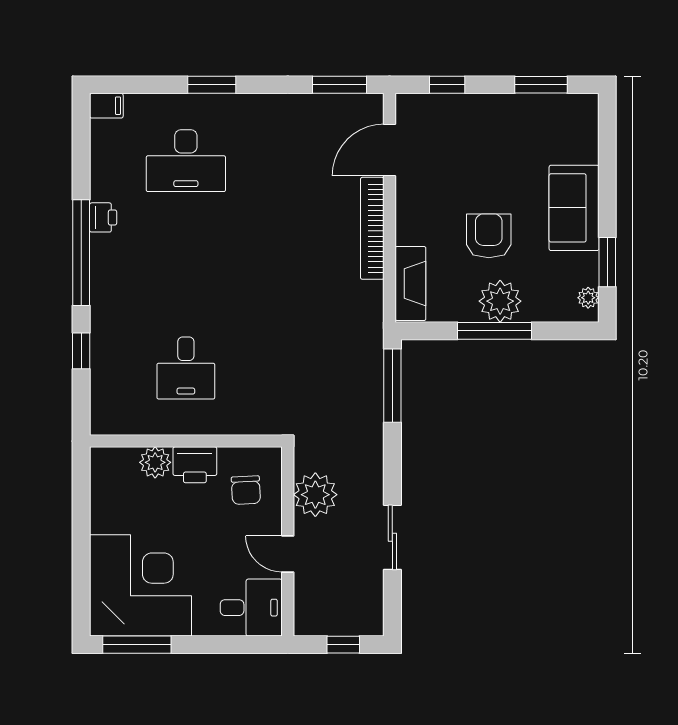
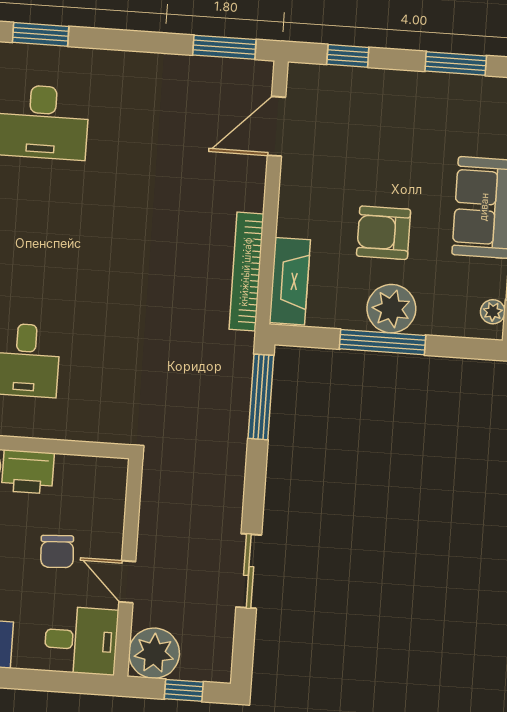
window: (212, 85) -> (41, 34), moved
bookcase: (372, 228) -> (246, 272), moved
armchair: (489, 236) -> (384, 233), turned -90
chair: (246, 490) -> (57, 552), moved
plant: (315, 495) -> (154, 653), moved

